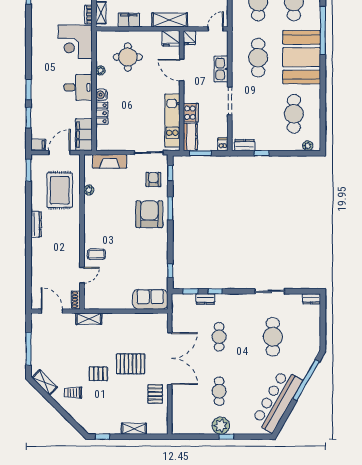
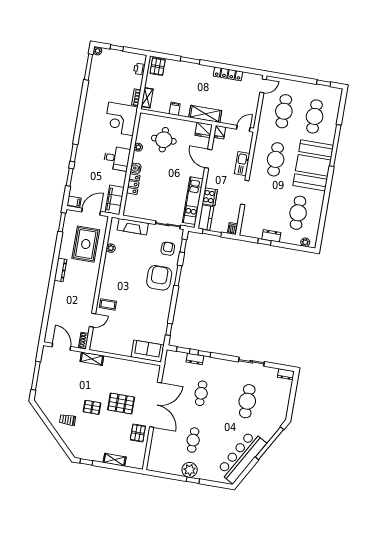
filing cabinet: (129, 20) -> (175, 109), width x0.50
dresser: (245, 145) -> (271, 236), moved
shelving: (45, 382) -> (45, 407), removed

